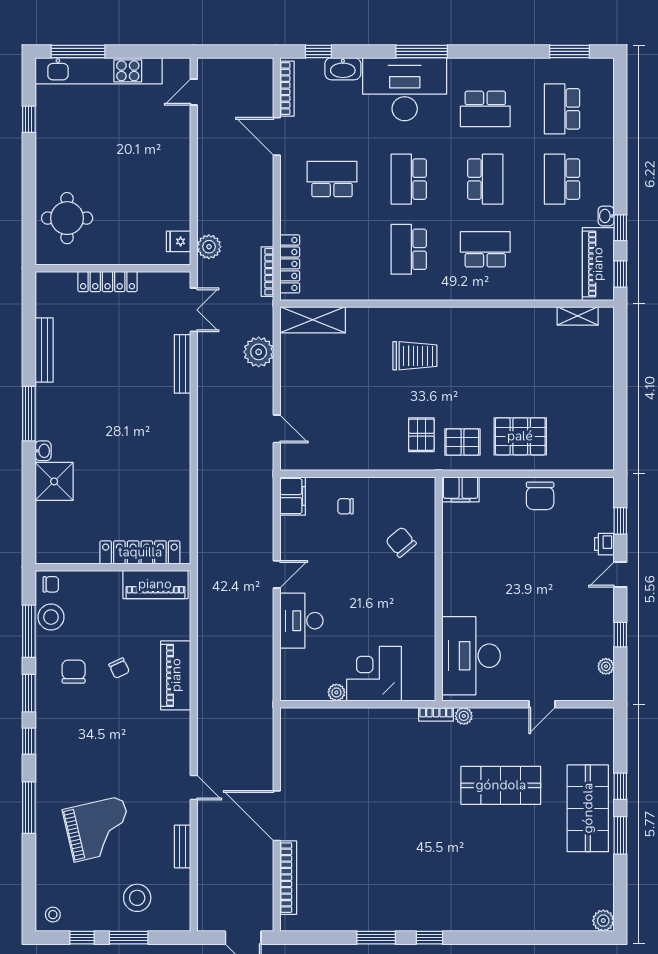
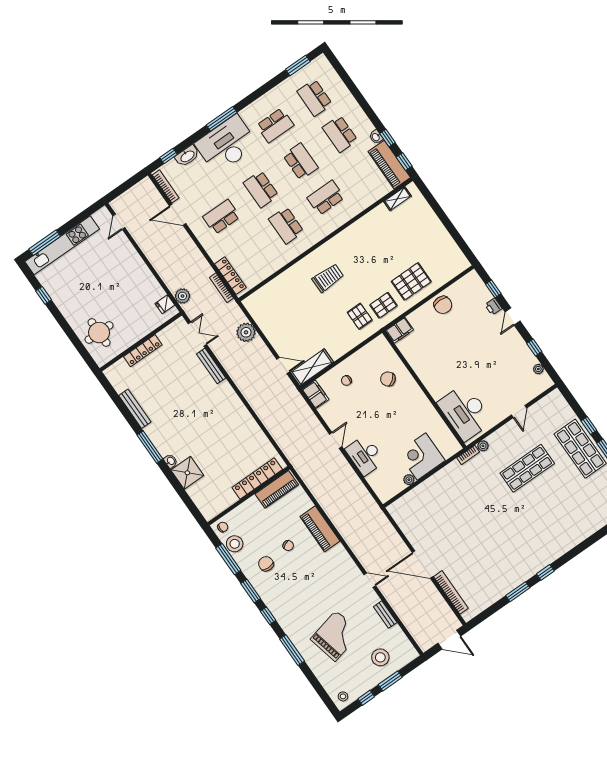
shelving: (313, 320) -> (312, 367), moved

